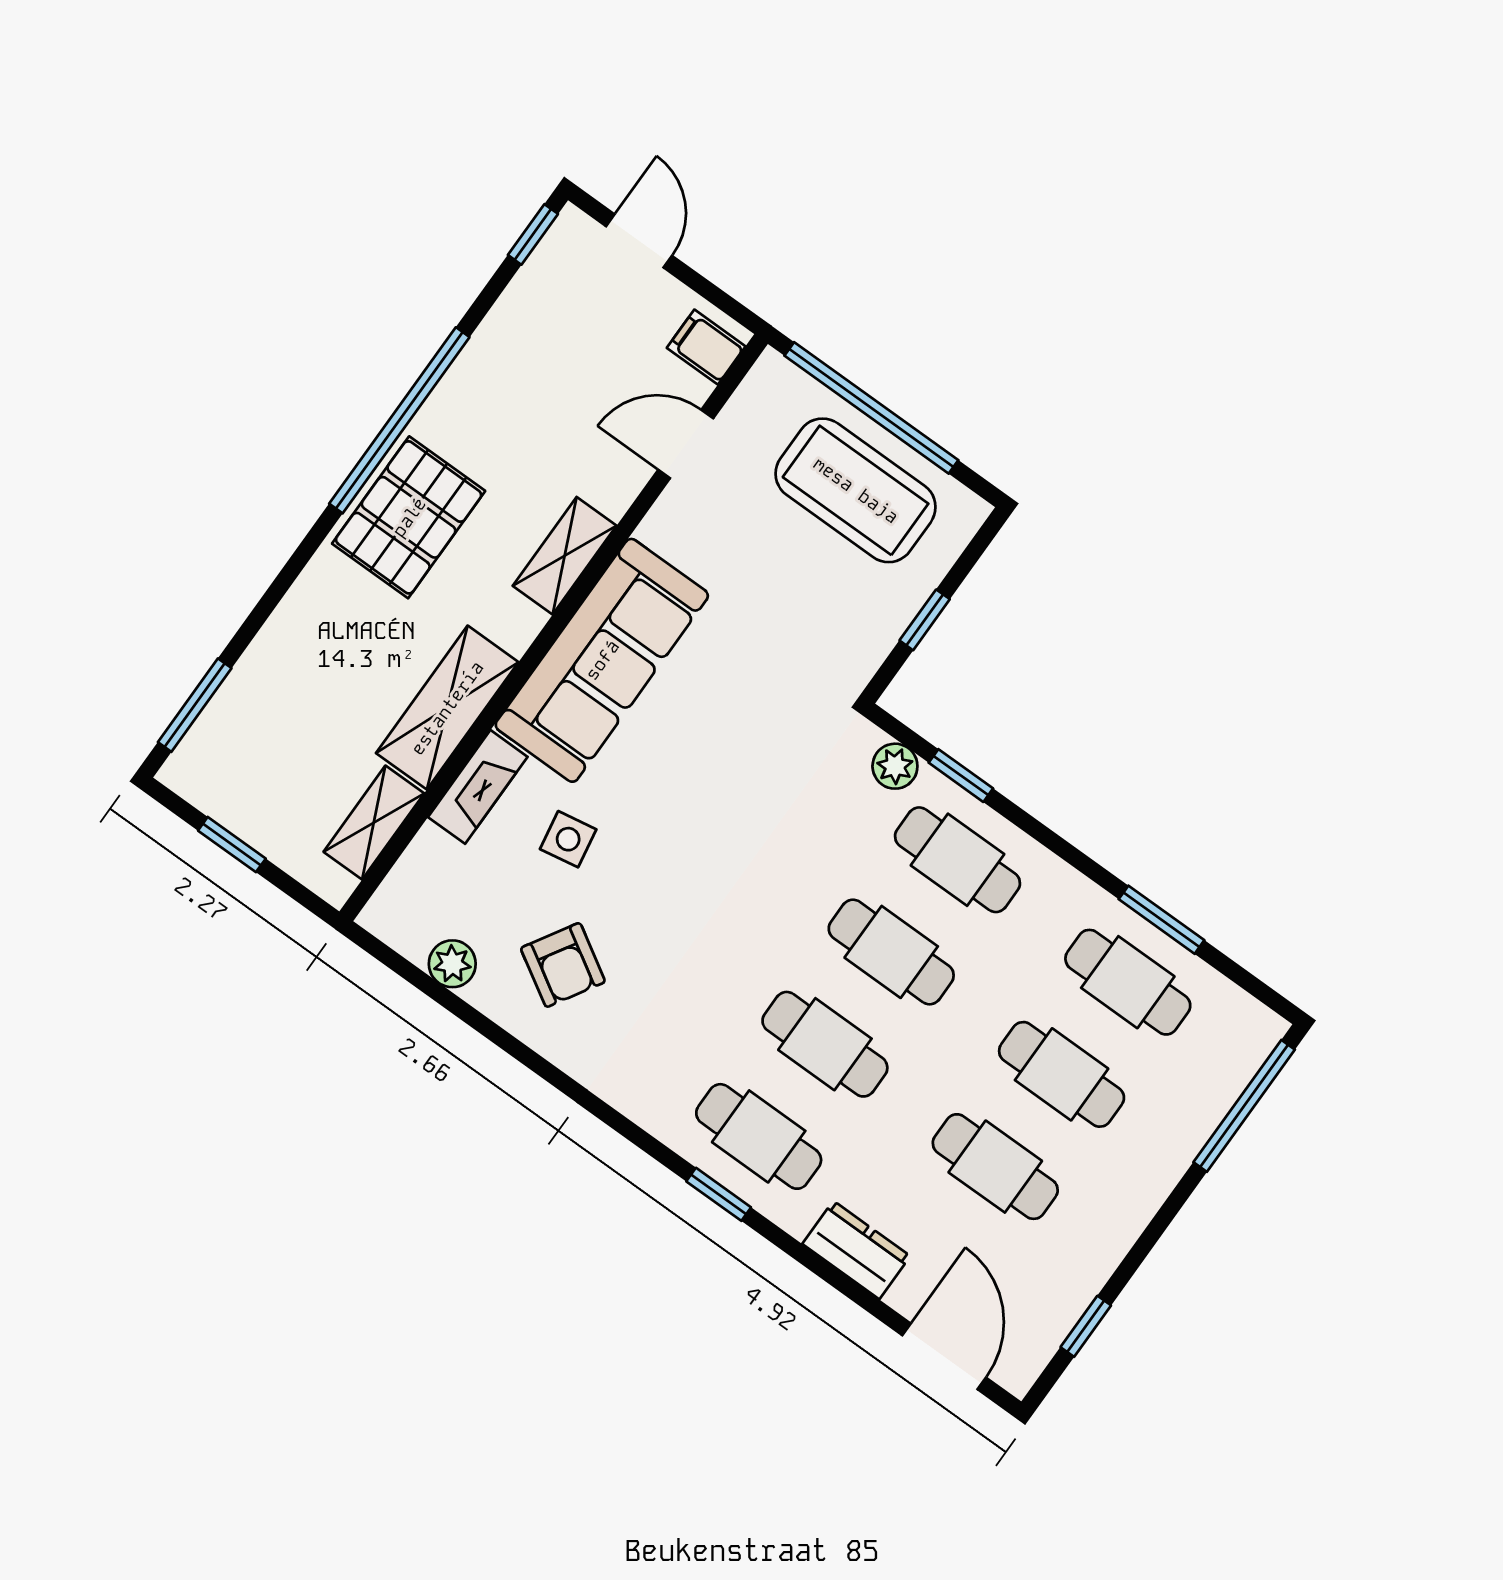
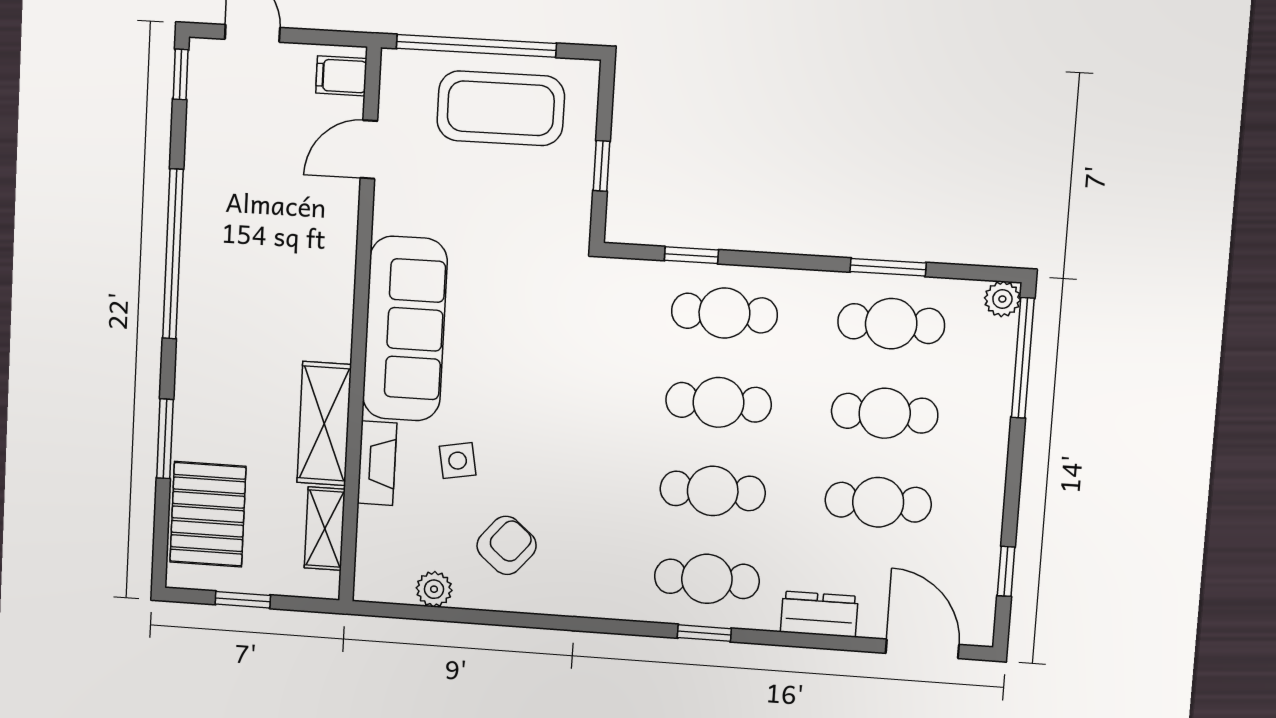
pallet: (409, 517) -> (208, 514), moved
shelving: (565, 556) -> (337, 275), removed
window: (195, 705) -> (165, 439), moved
plant: (895, 766) -> (1002, 299), moved
armchair: (563, 965) -> (507, 545), turned -81

